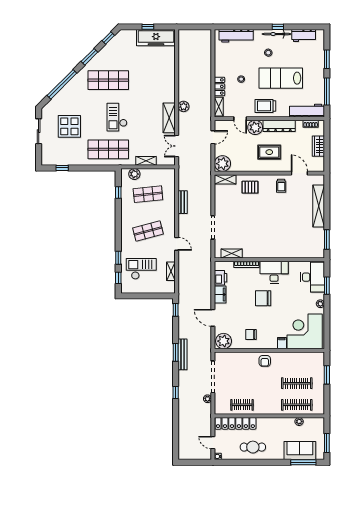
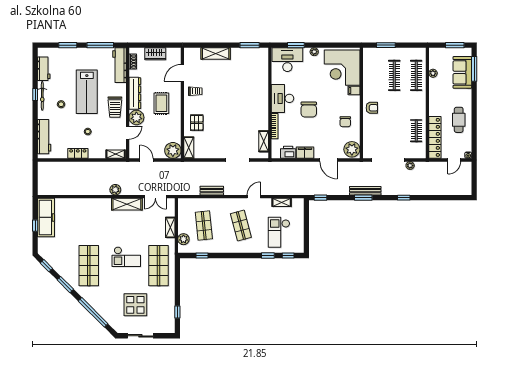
locker: (219, 86) -> (78, 153), moved
shelving: (319, 206) -> (216, 54), width x0.68
door: (213, 318) -> (328, 160), hinge flipped

